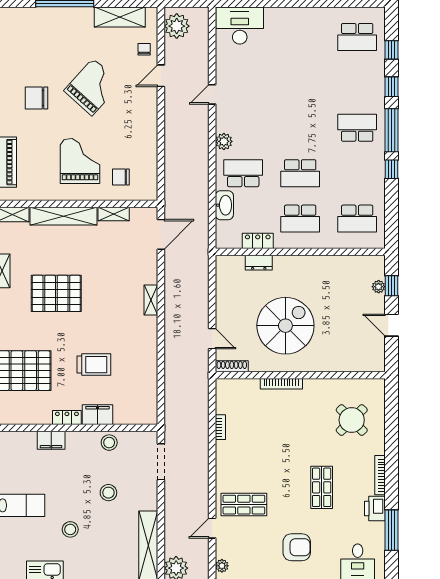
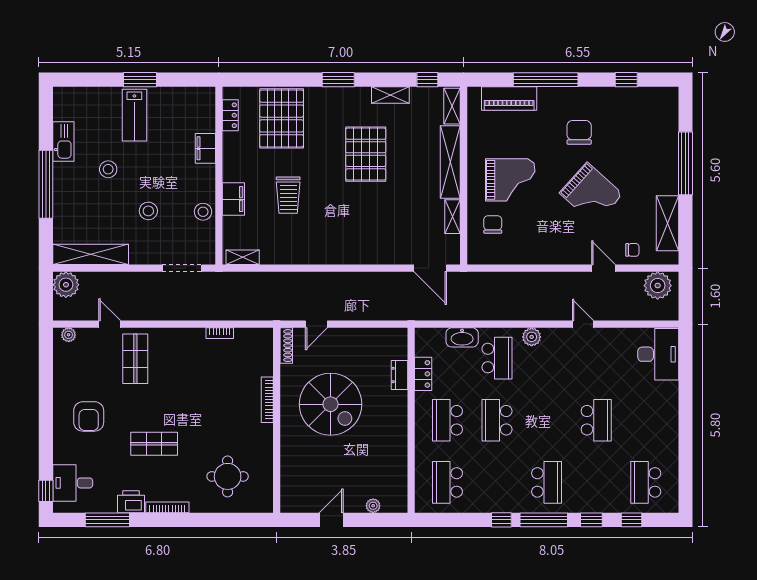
school desk: (300, 82) -> (596, 420), added
window: (391, 286) -> (374, 520), removed
shelving: (151, 300) -> (243, 257), moved
locker: (67, 418) -> (230, 115), moved
round table: (352, 420) -> (228, 476), turned 45

